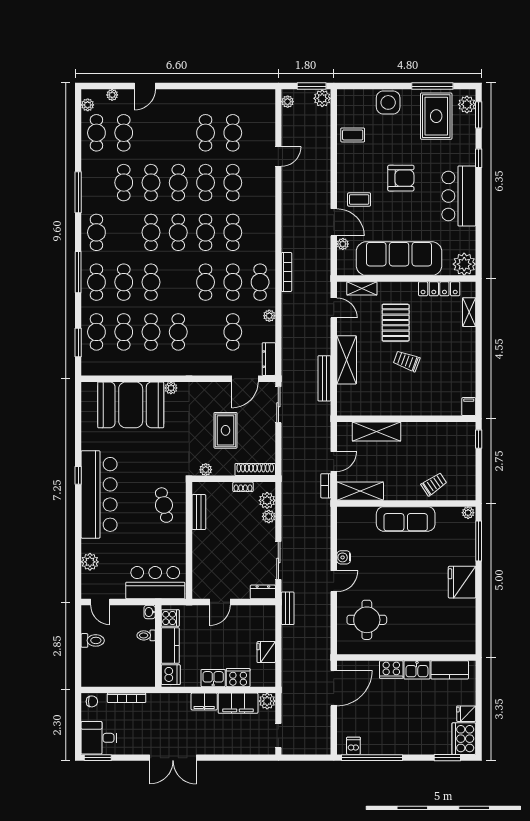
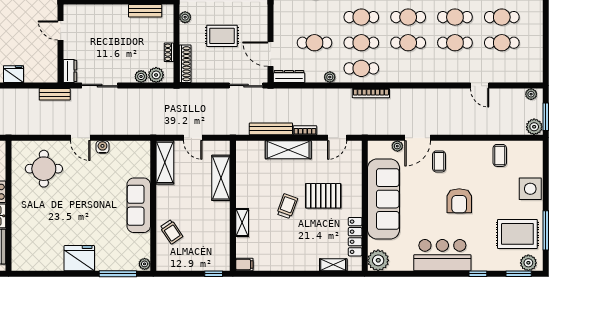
shelving: (362, 288) -> (242, 223), moved
bookcase: (326, 486) -> (305, 130), moved

